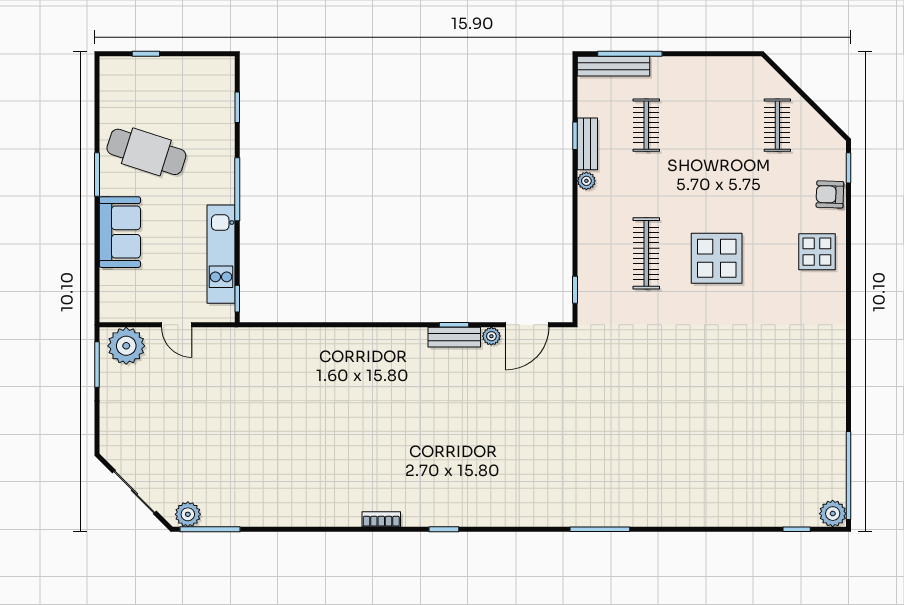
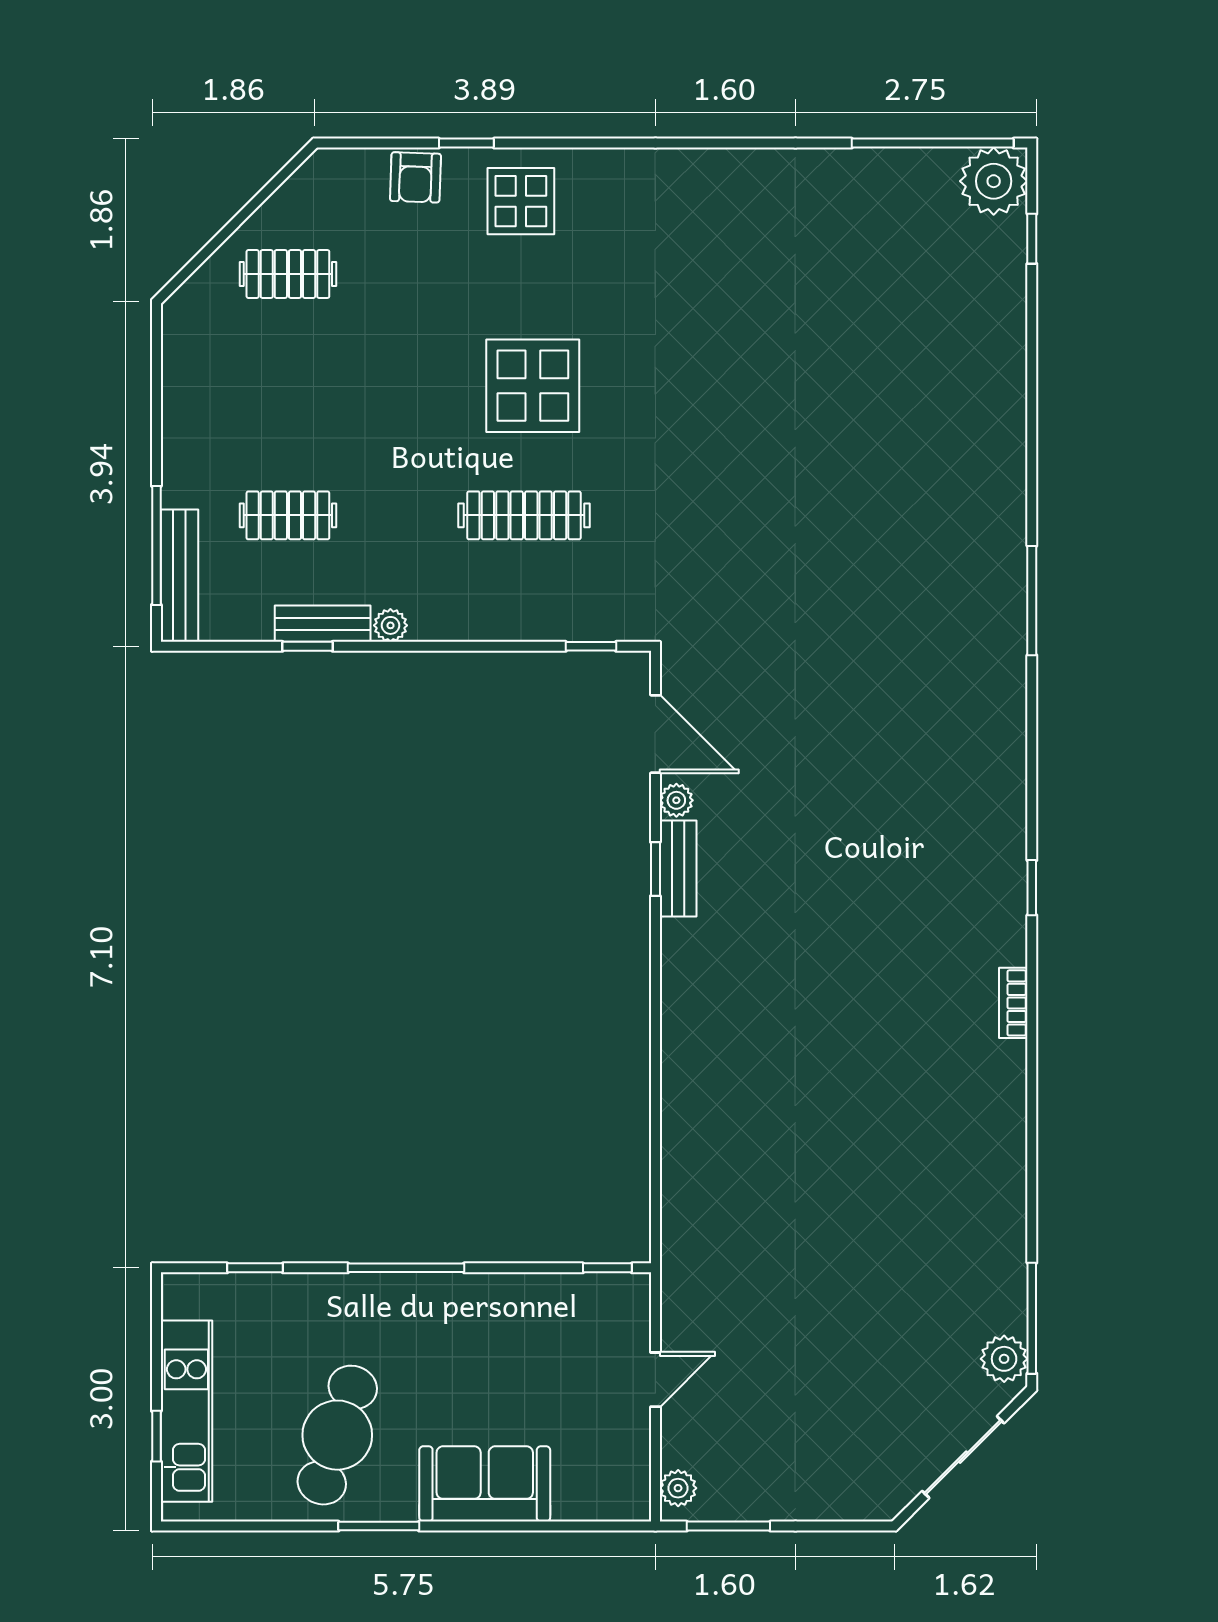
window: (849, 168) -> (466, 143), moved
kitchen unit: (221, 254) -> (186, 1411), moved, turned -90
plant: (126, 346) -> (678, 1488), width x0.53, depth x0.53
plant: (833, 514) -> (994, 181), width x1.36, depth x1.36

